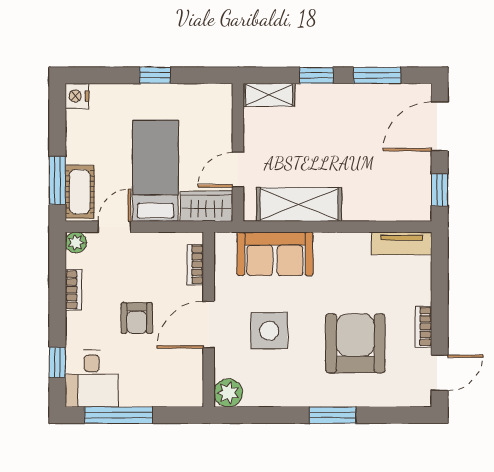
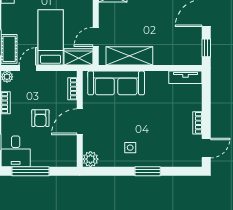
sofa: (275, 254) -> (116, 83), width x1.36
side table: (269, 331) -> (130, 148), moved, width x0.54, depth x0.54
armchair: (355, 343) -> (160, 132), removed

